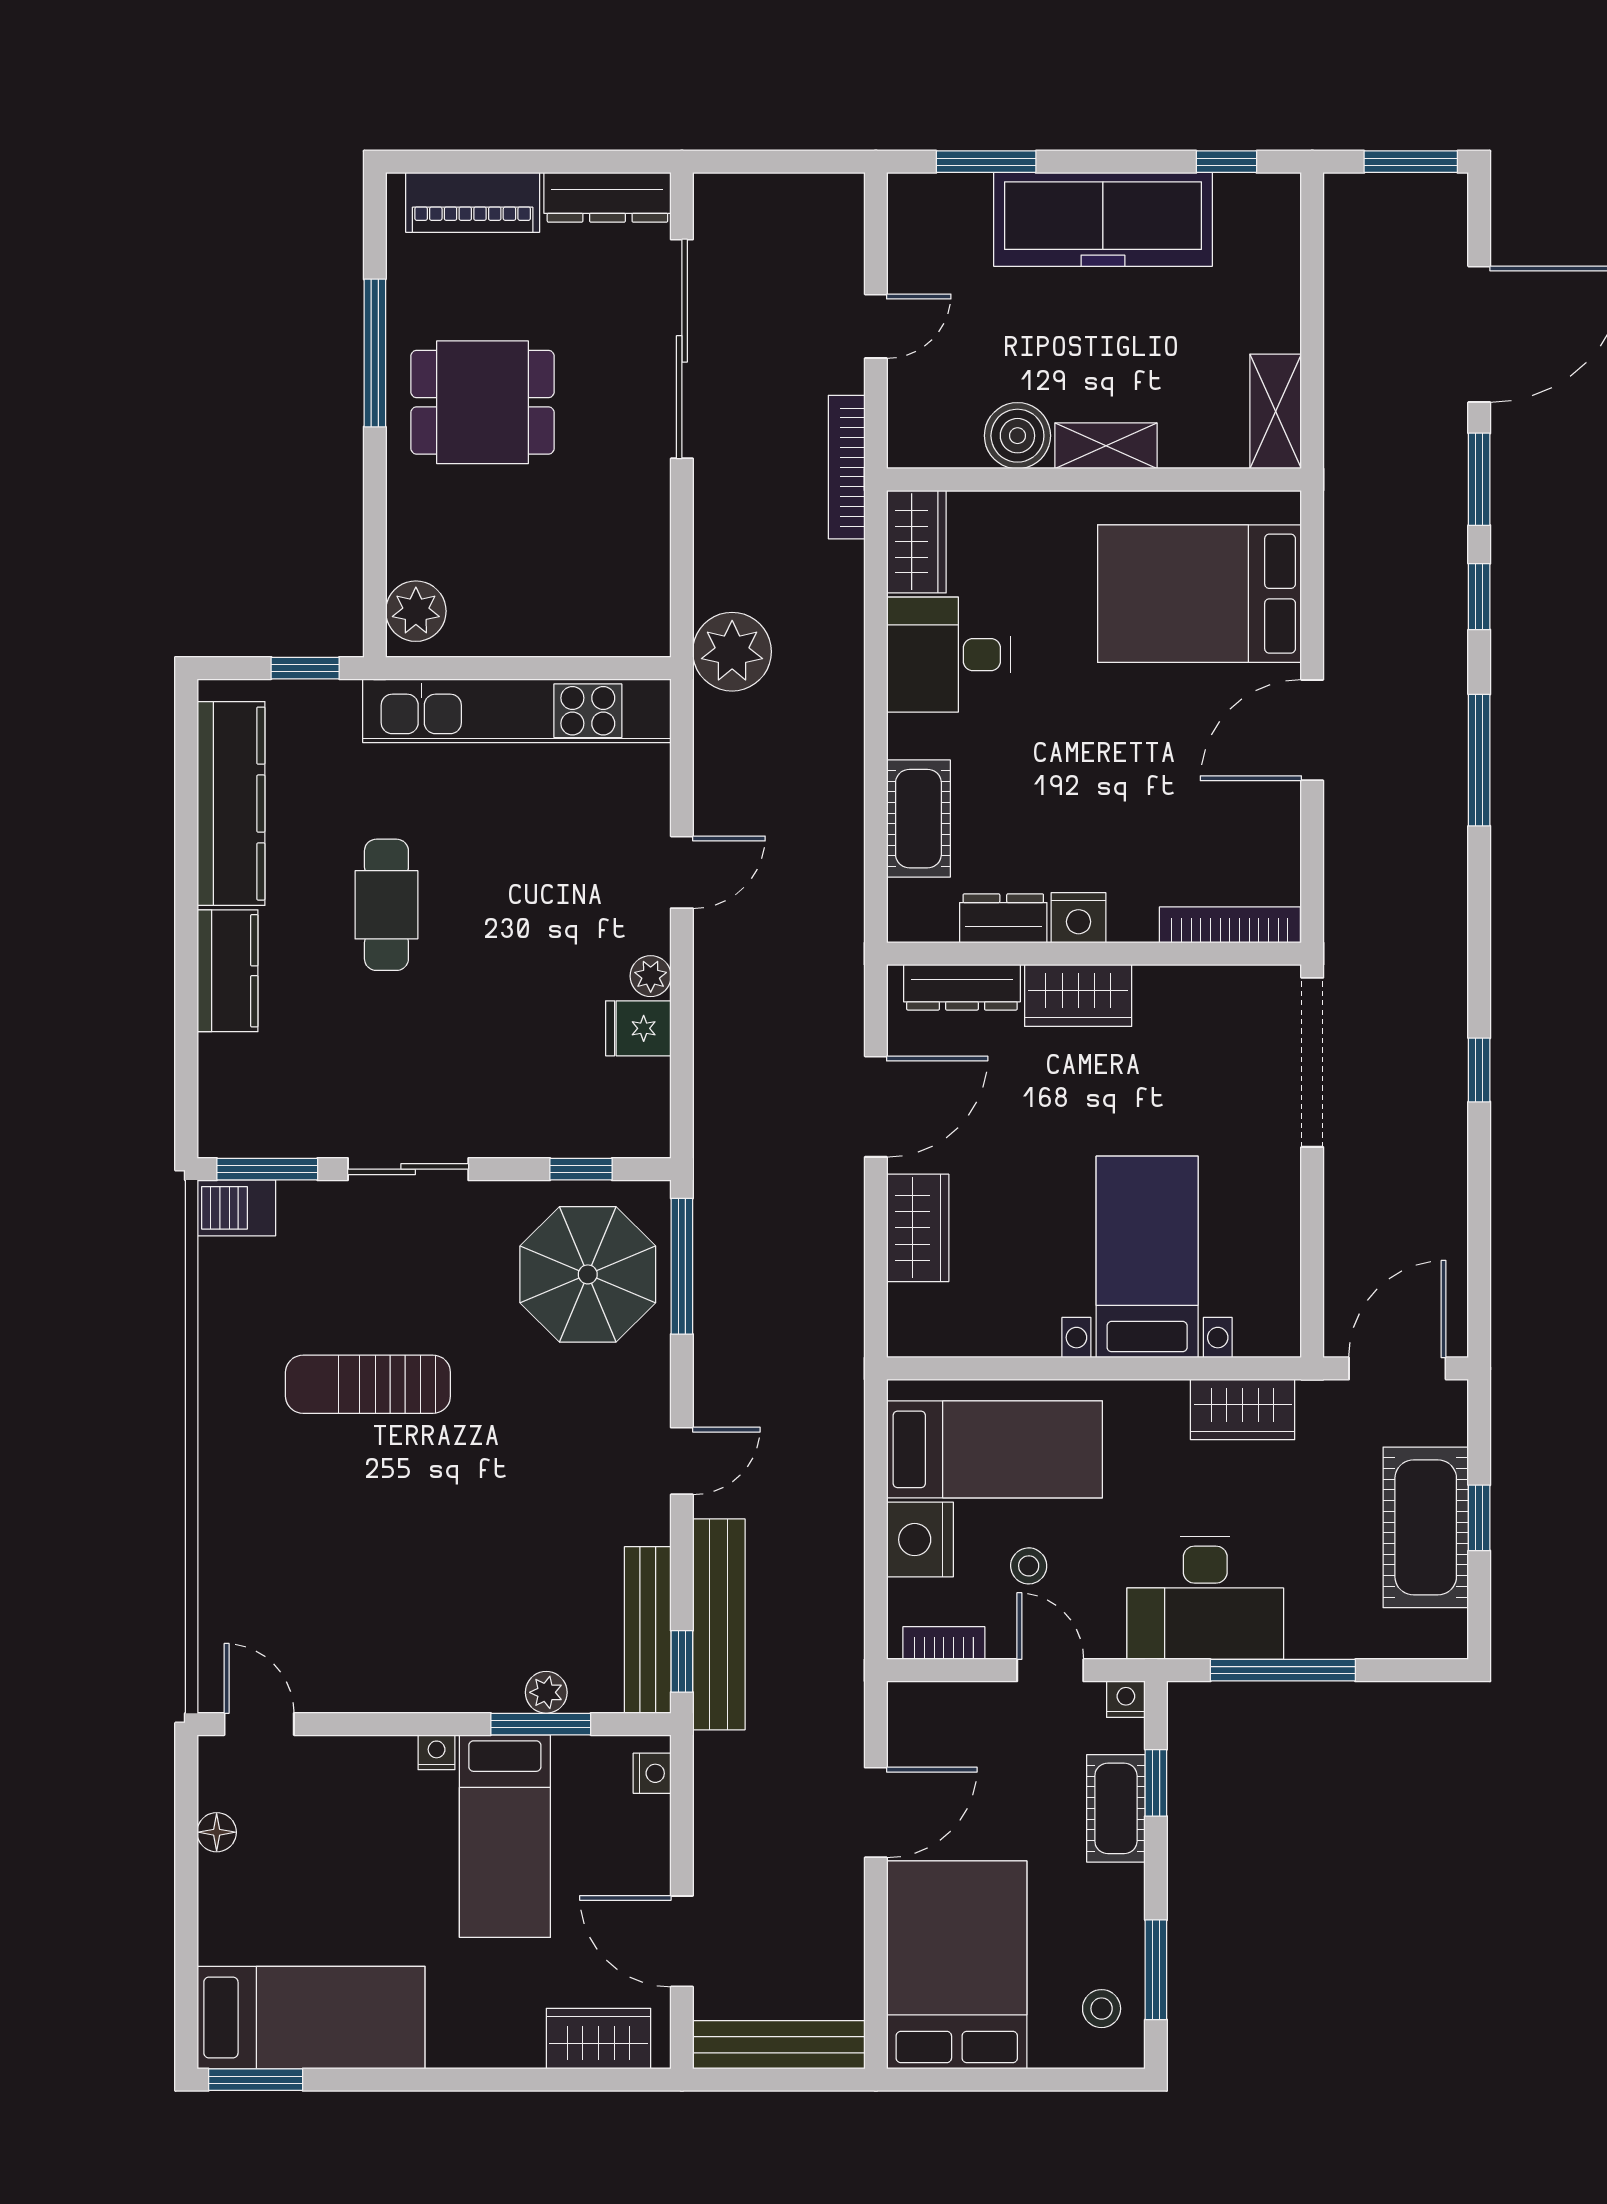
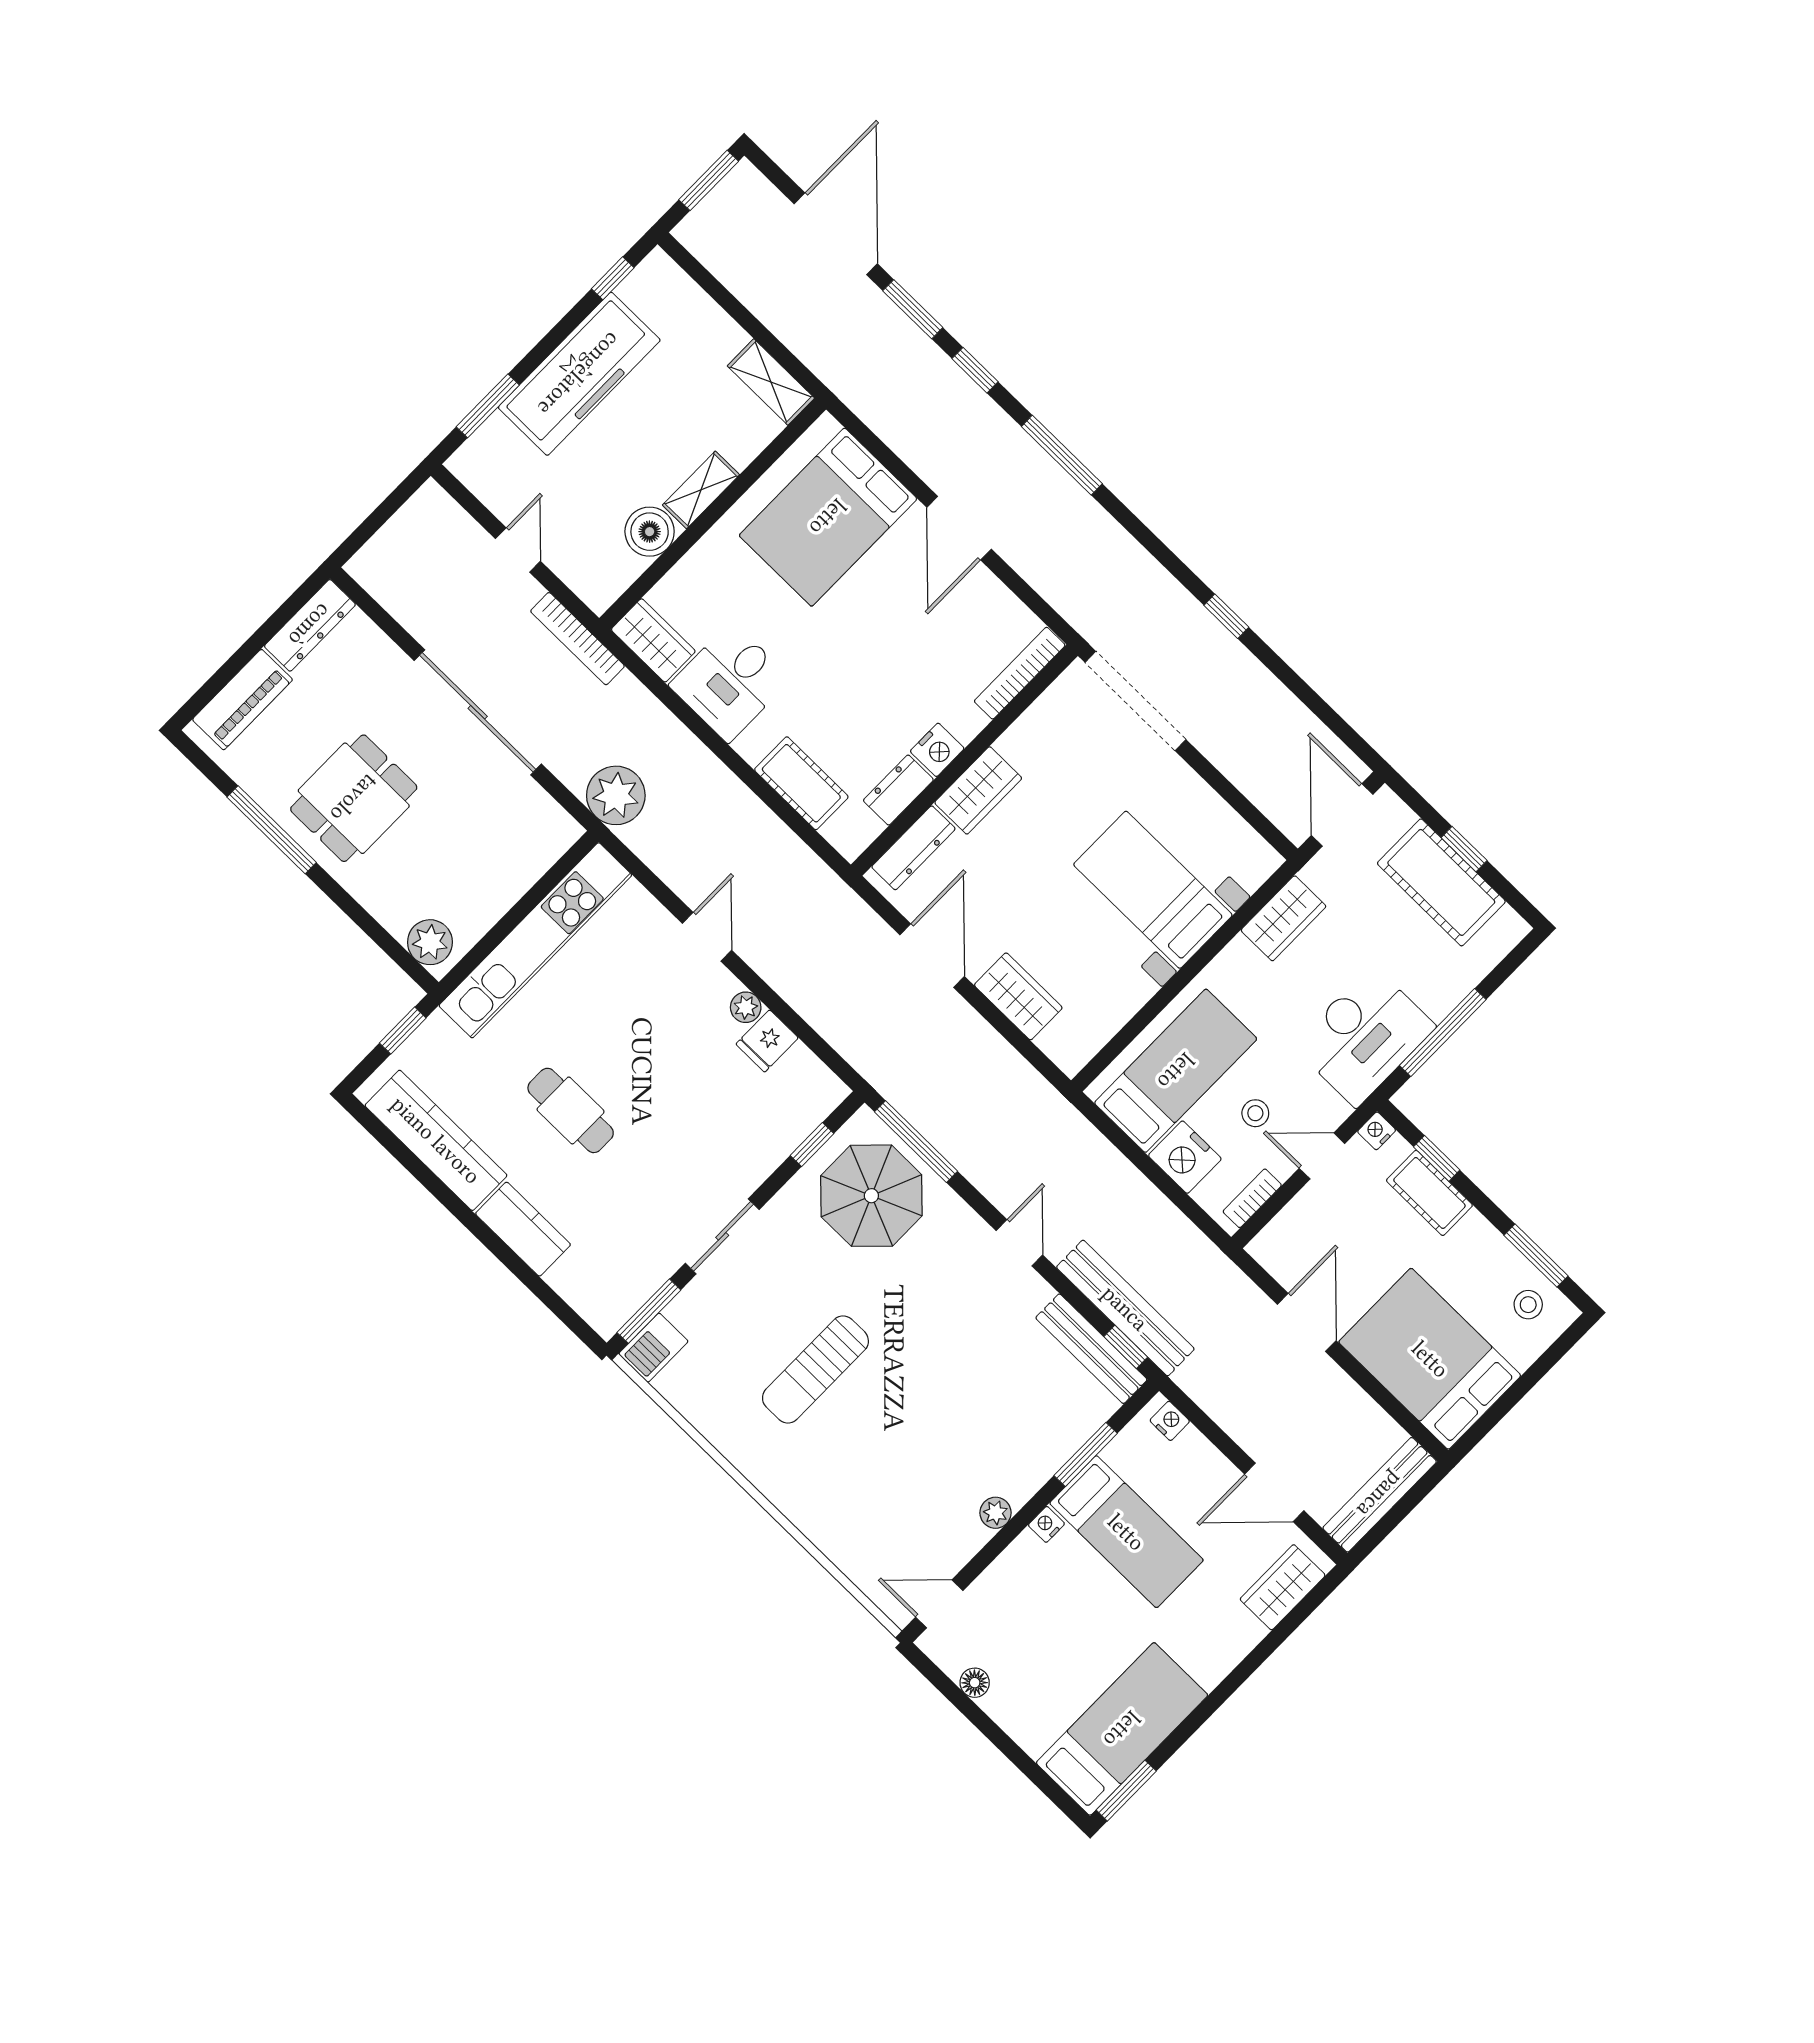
sliding door: (682, 349) -> (478, 712), moved
plant: (546, 1692) -> (996, 1513), moved

